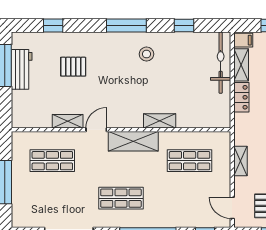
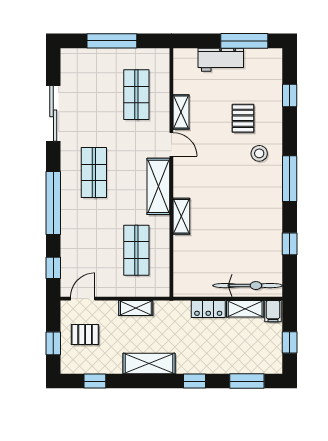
stool: (146, 54) -> (259, 153), moved
workbench: (22, 69) -> (221, 60), moved

